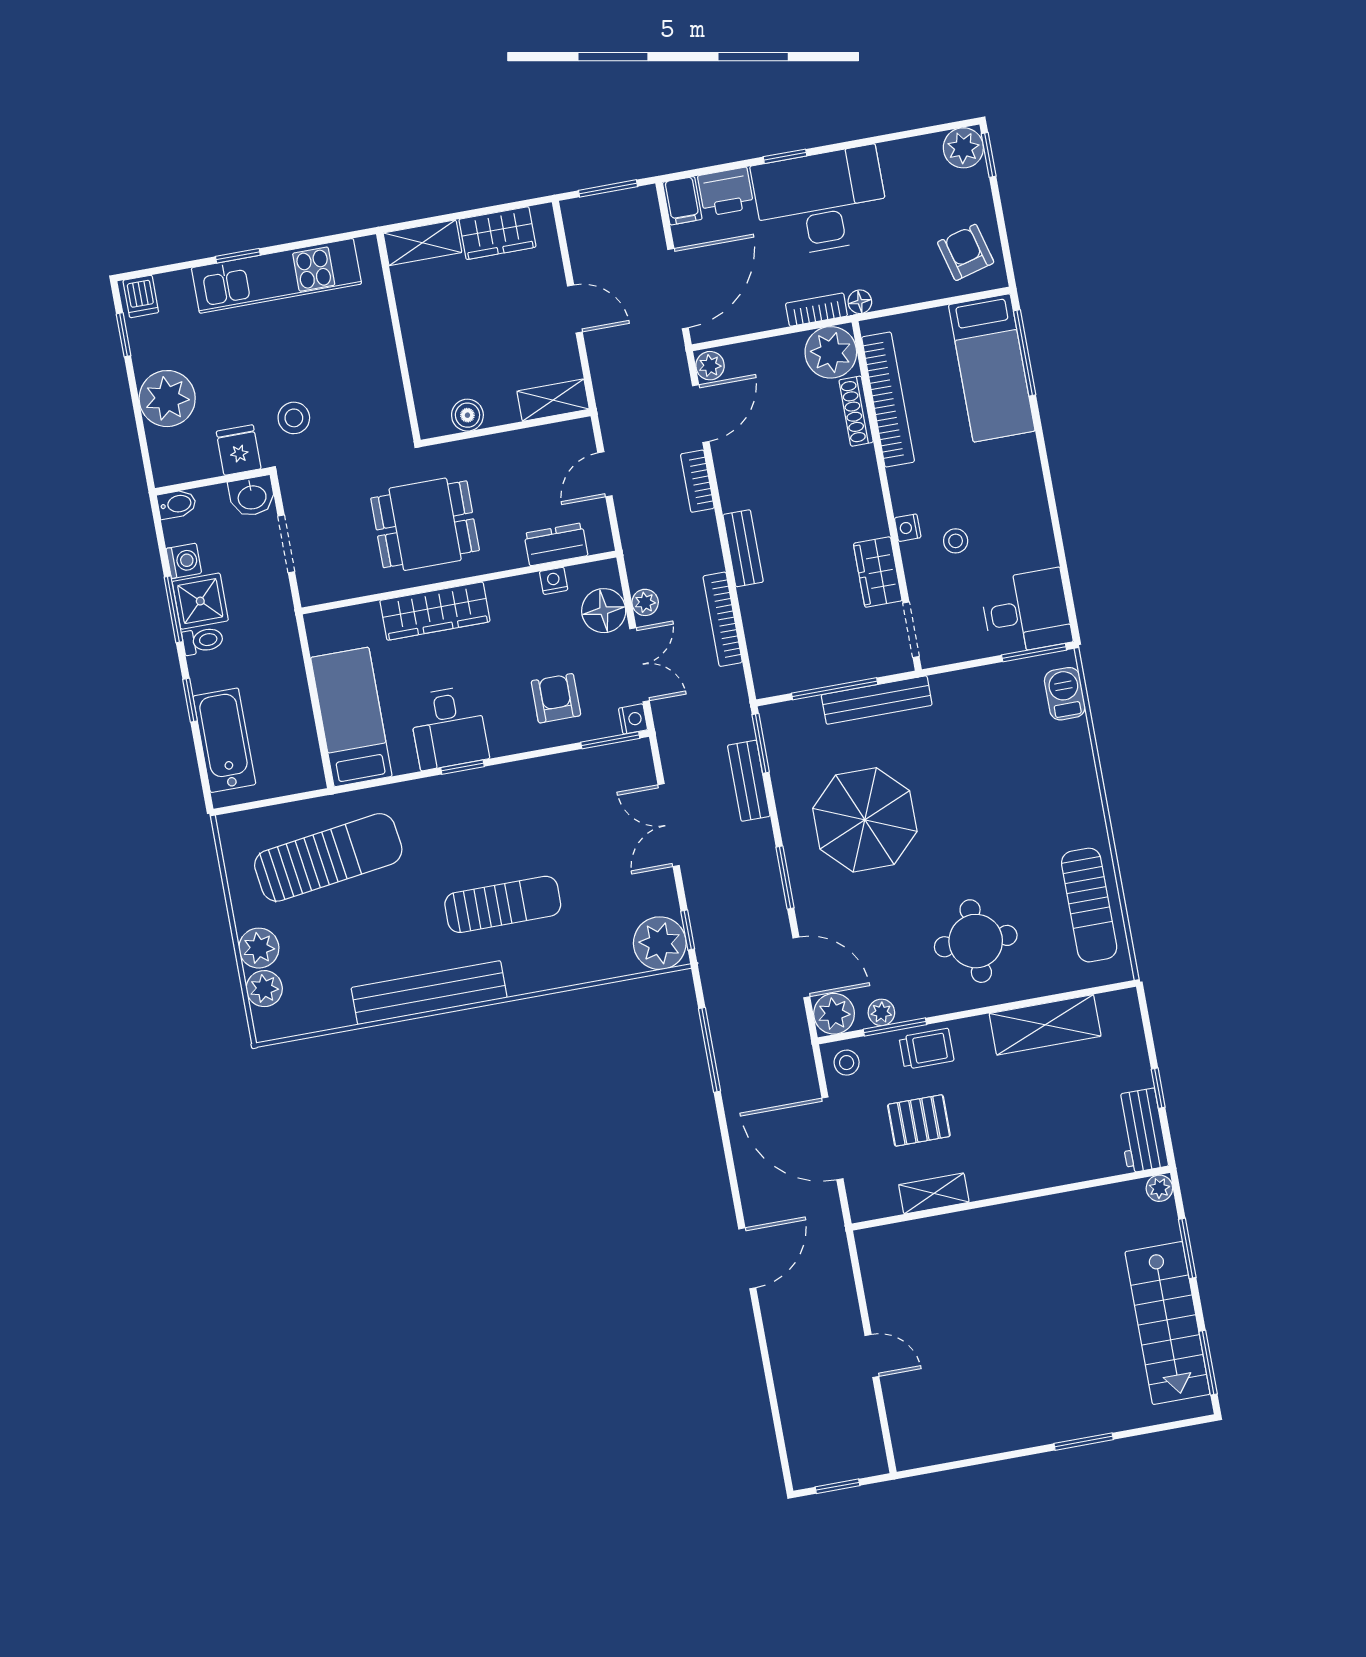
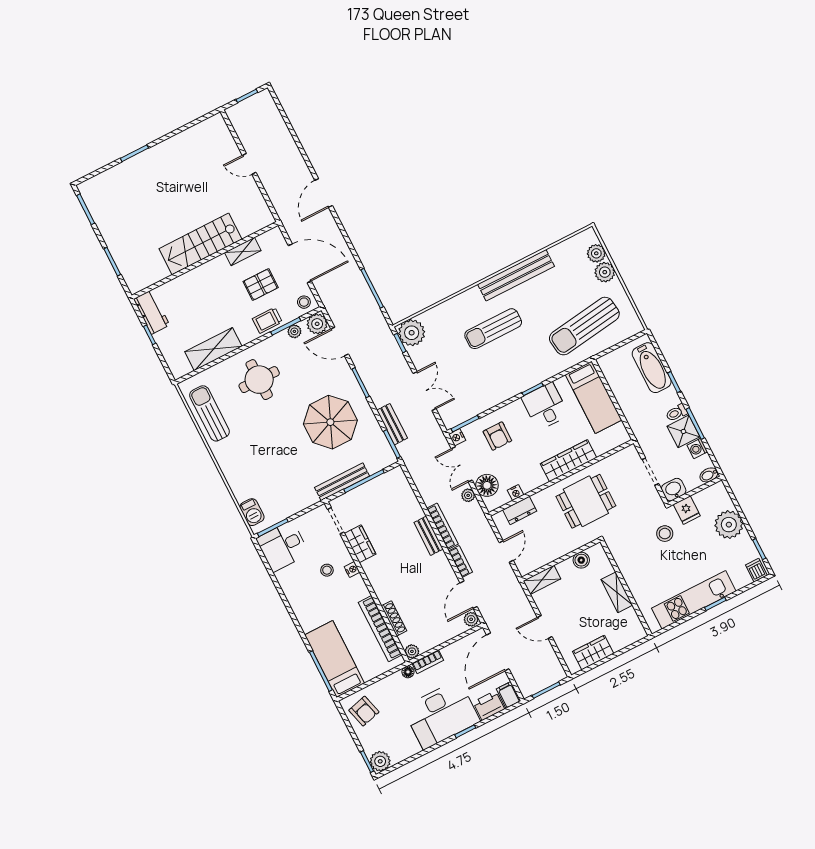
shelving: (422, 243) -> (617, 592), moved, turned 90
plant: (831, 352) -> (412, 651), width x0.53, depth x0.53
bookcase: (723, 619) -> (442, 526), moved
plant: (1159, 1188) -> (134, 287), removed
stairs: (1167, 1323) -> (200, 244), moved, turned -90

